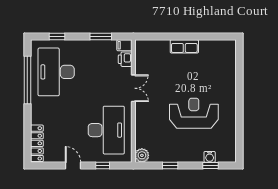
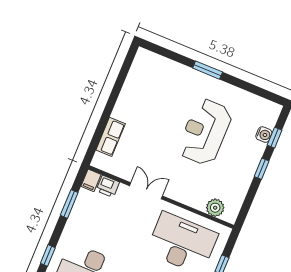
row of seats: (184, 46) -> (111, 137), moved
window: (239, 97) -> (208, 70), added
plant: (142, 155) -> (215, 208), moved
window: (170, 165) -> (262, 169), moved

